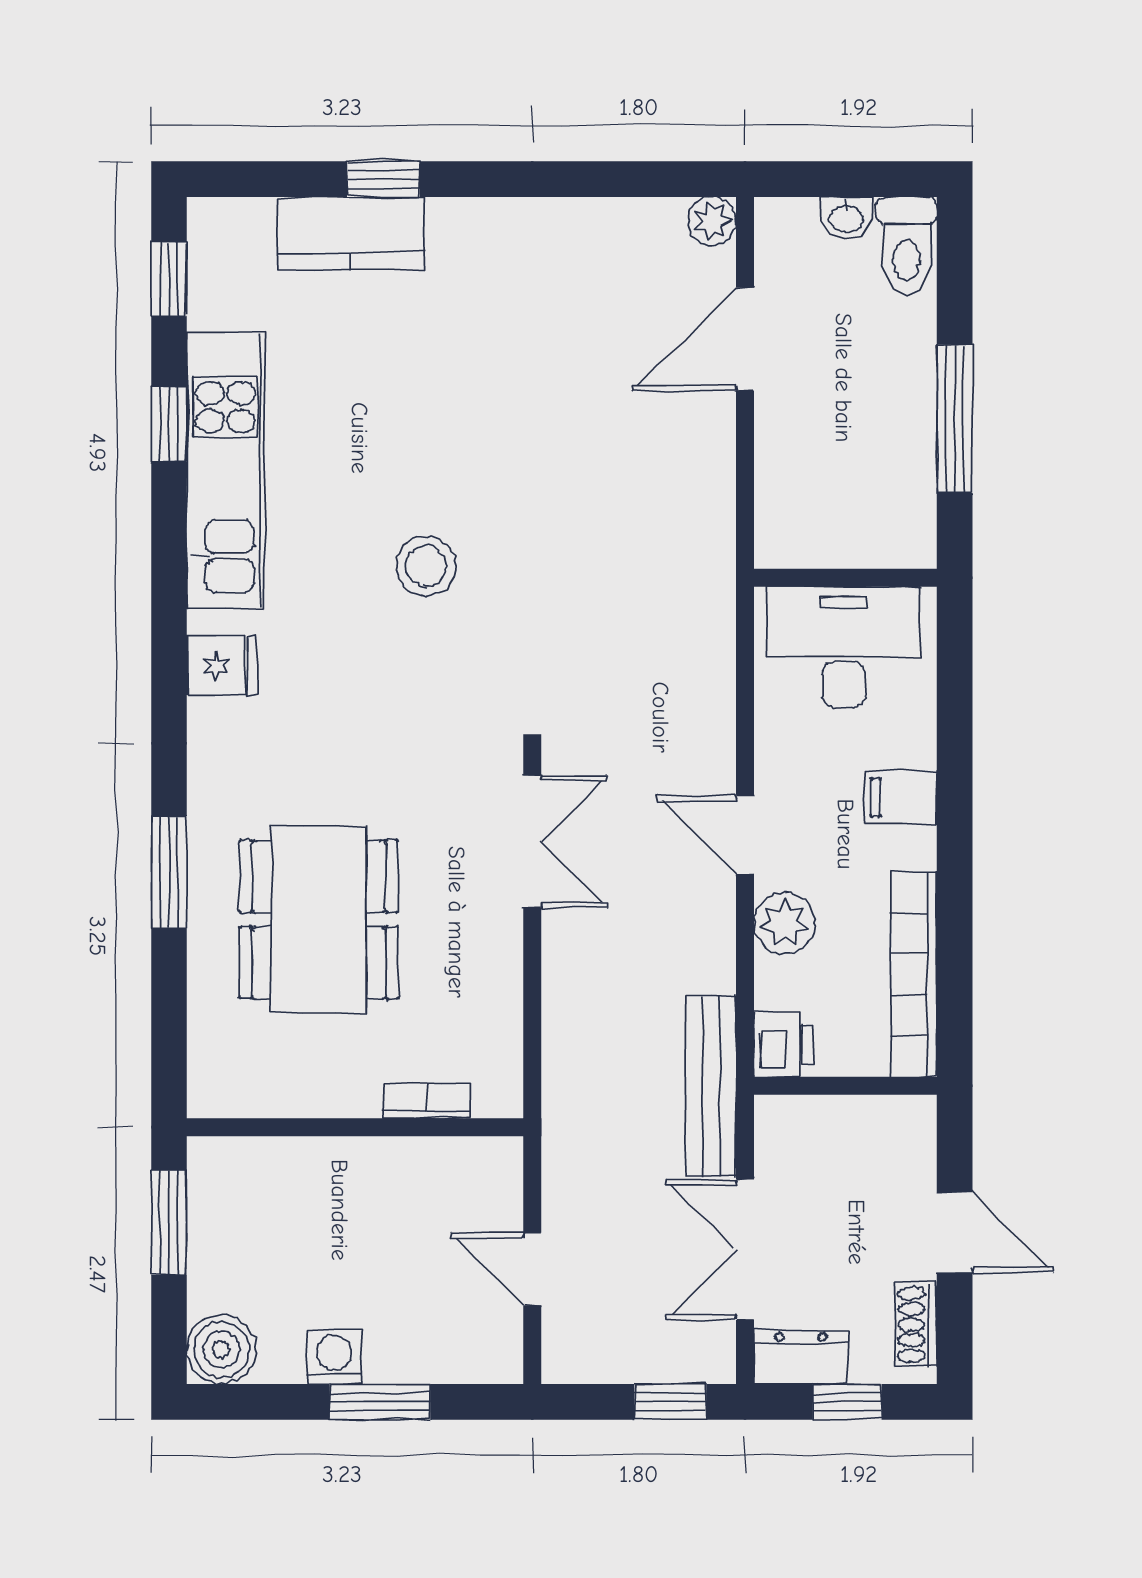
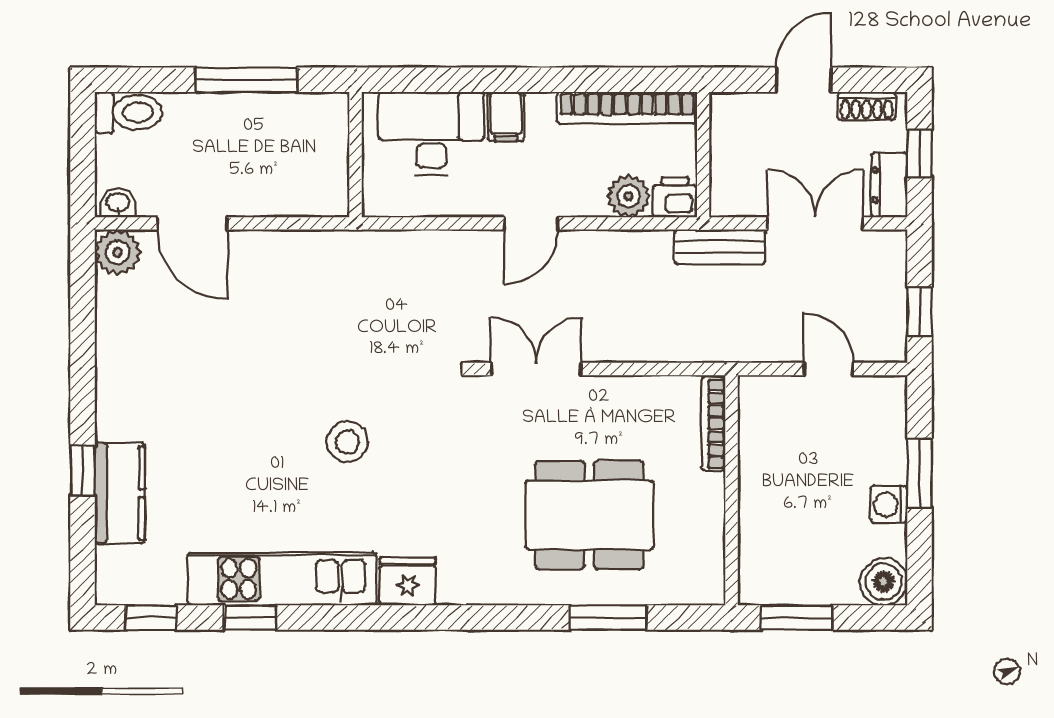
washbasin: (846, 218) -> (118, 203), moved, turned -90
plant: (712, 221) -> (117, 252), width x1.38, depth x1.38
desk: (843, 647) -> (431, 133), moved, turned 90
fridge: (222, 665) -> (408, 581), width x1.38
window: (169, 872) -> (608, 618), moved
plant: (785, 923) -> (628, 196), moved
bench: (711, 1086) -> (720, 247), width x0.73
bookcase: (427, 1101) -> (713, 424), width x1.56
double door: (745, 1250) -> (815, 223), swing flipped
door: (532, 1269) -> (829, 369), swing flipped
window: (670, 1402) -> (919, 312), moved

